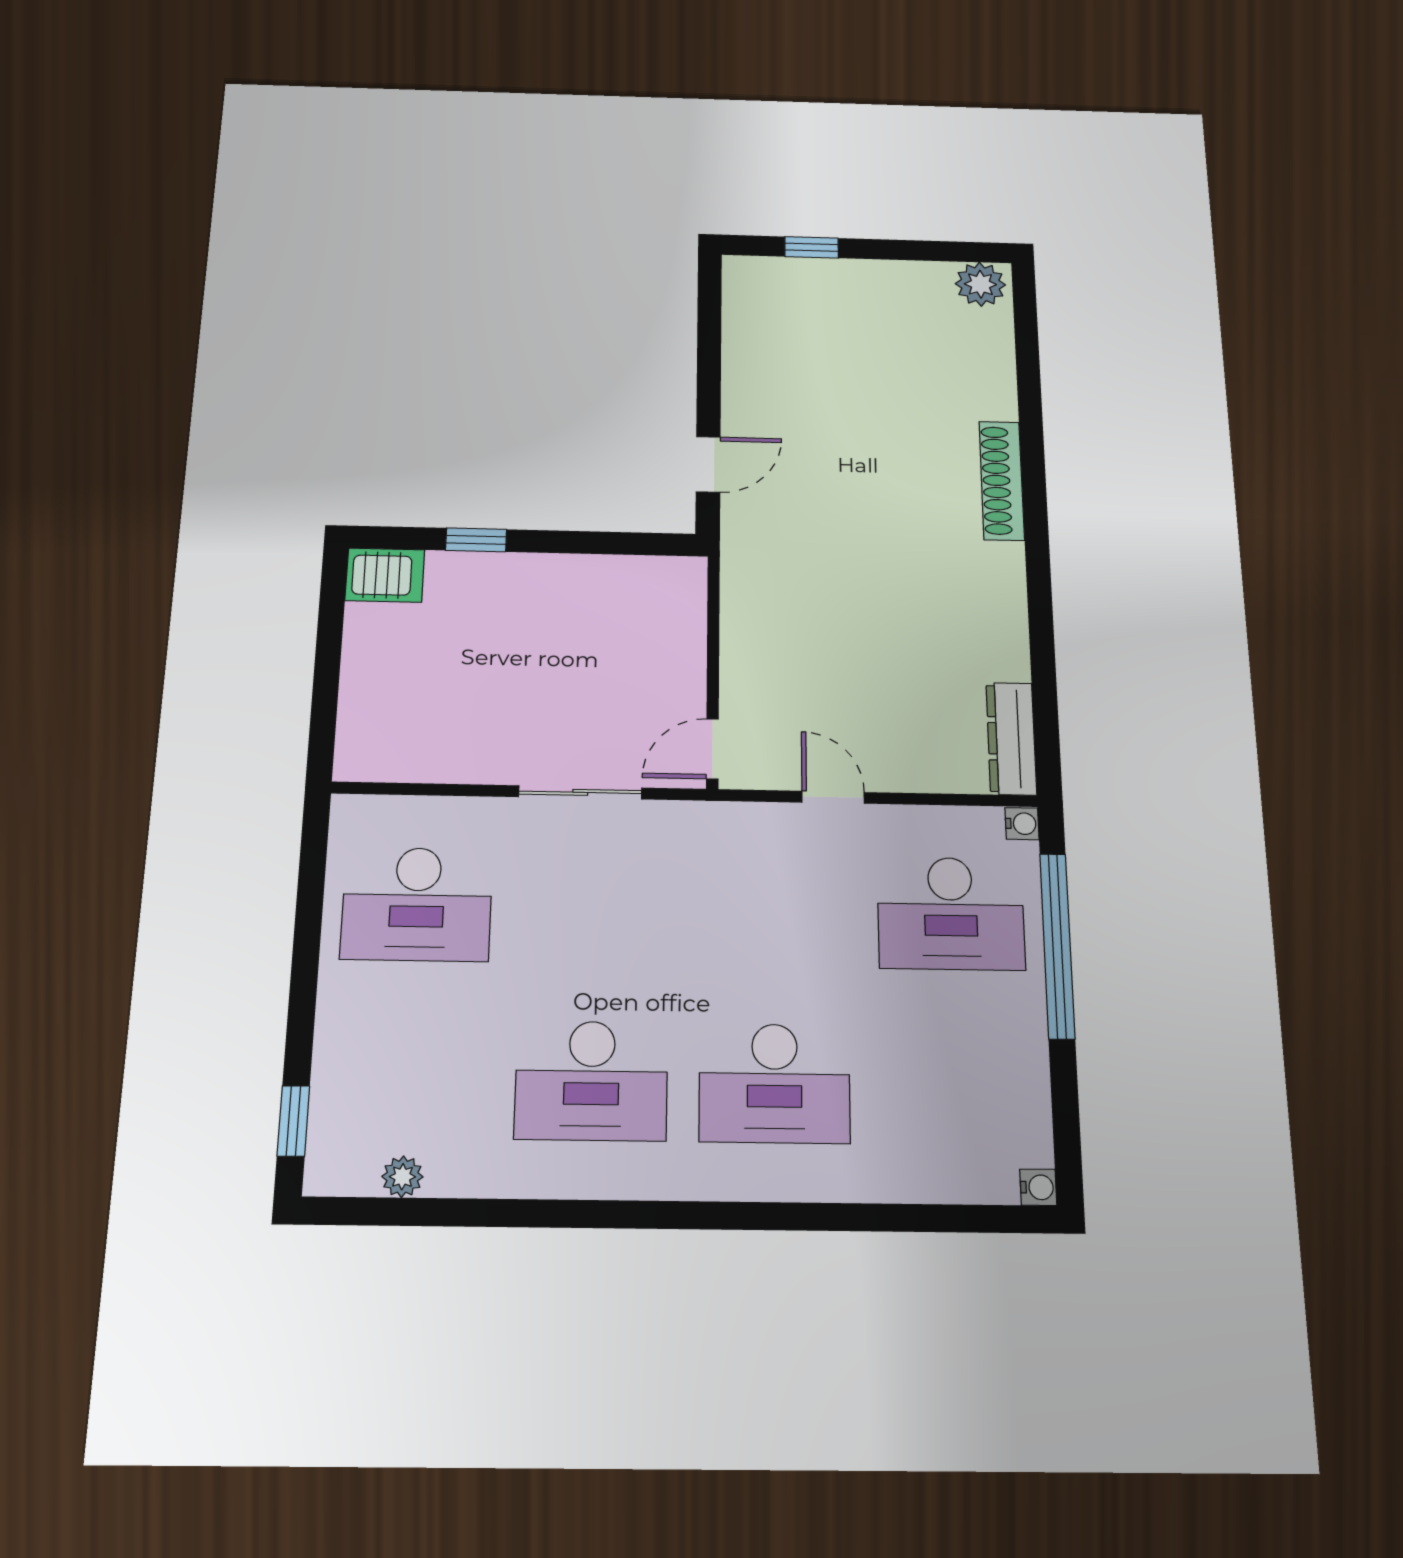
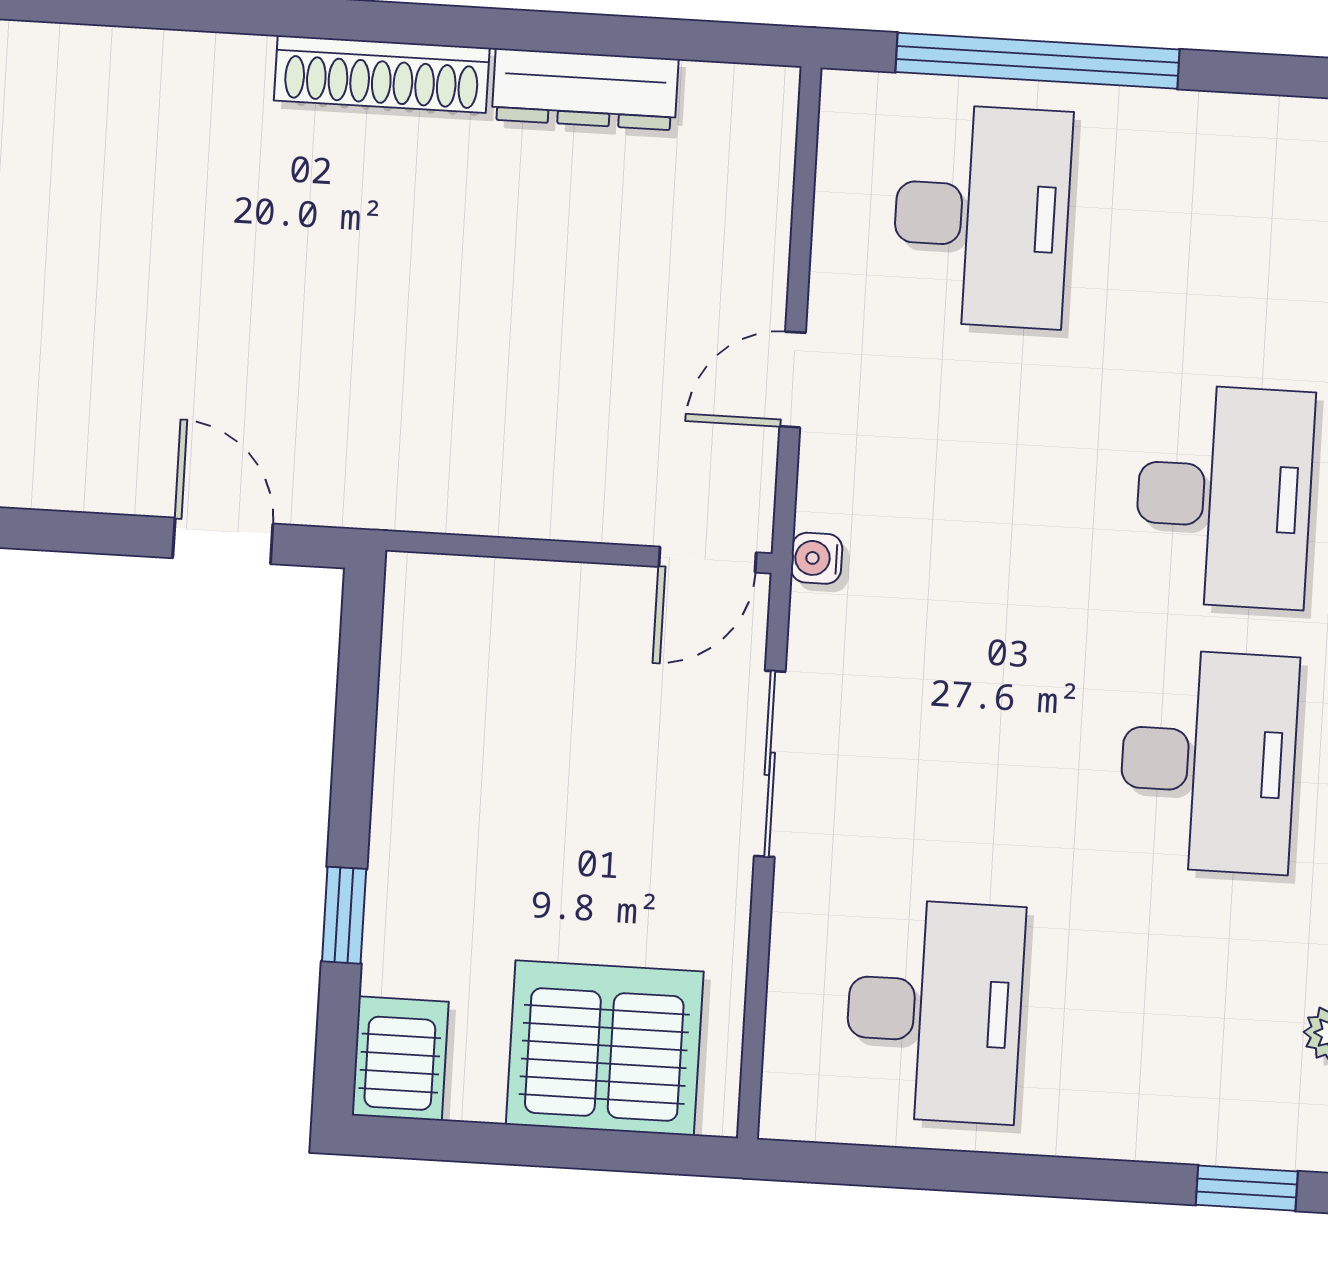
shoe rack: (1002, 481) -> (382, 74), moved
server rack: (392, 697) -> (605, 1048), added
dresser: (1011, 739) -> (585, 89), moved
door: (712, 749) -> (707, 560), hinge flipped
water cooler: (1022, 824) -> (817, 558), moved, turned -90

